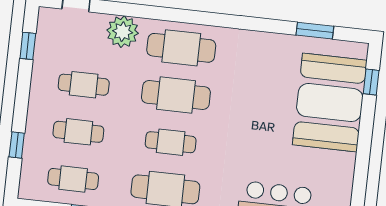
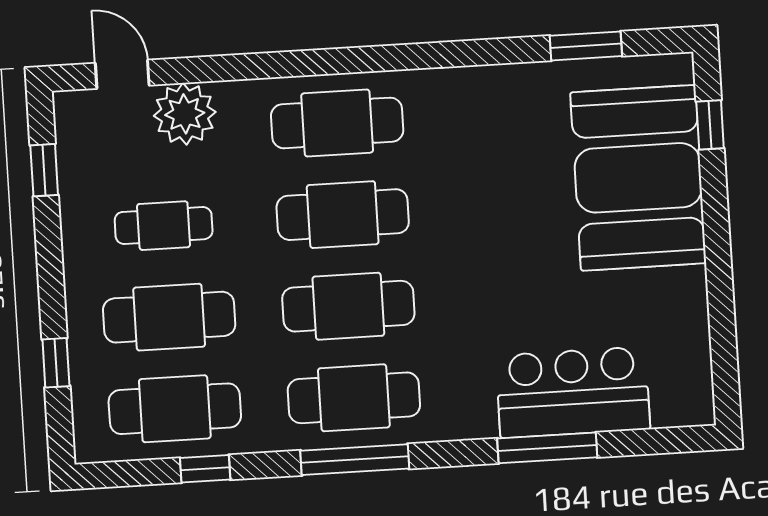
plant: (123, 32) -> (185, 114), moved
cafe table: (78, 132) -> (169, 317), width x1.37, depth x1.35
cafe table: (171, 142) -> (348, 306), width x1.37, depth x1.35
cafe table: (73, 179) -> (175, 409), width x1.37, depth x1.35

